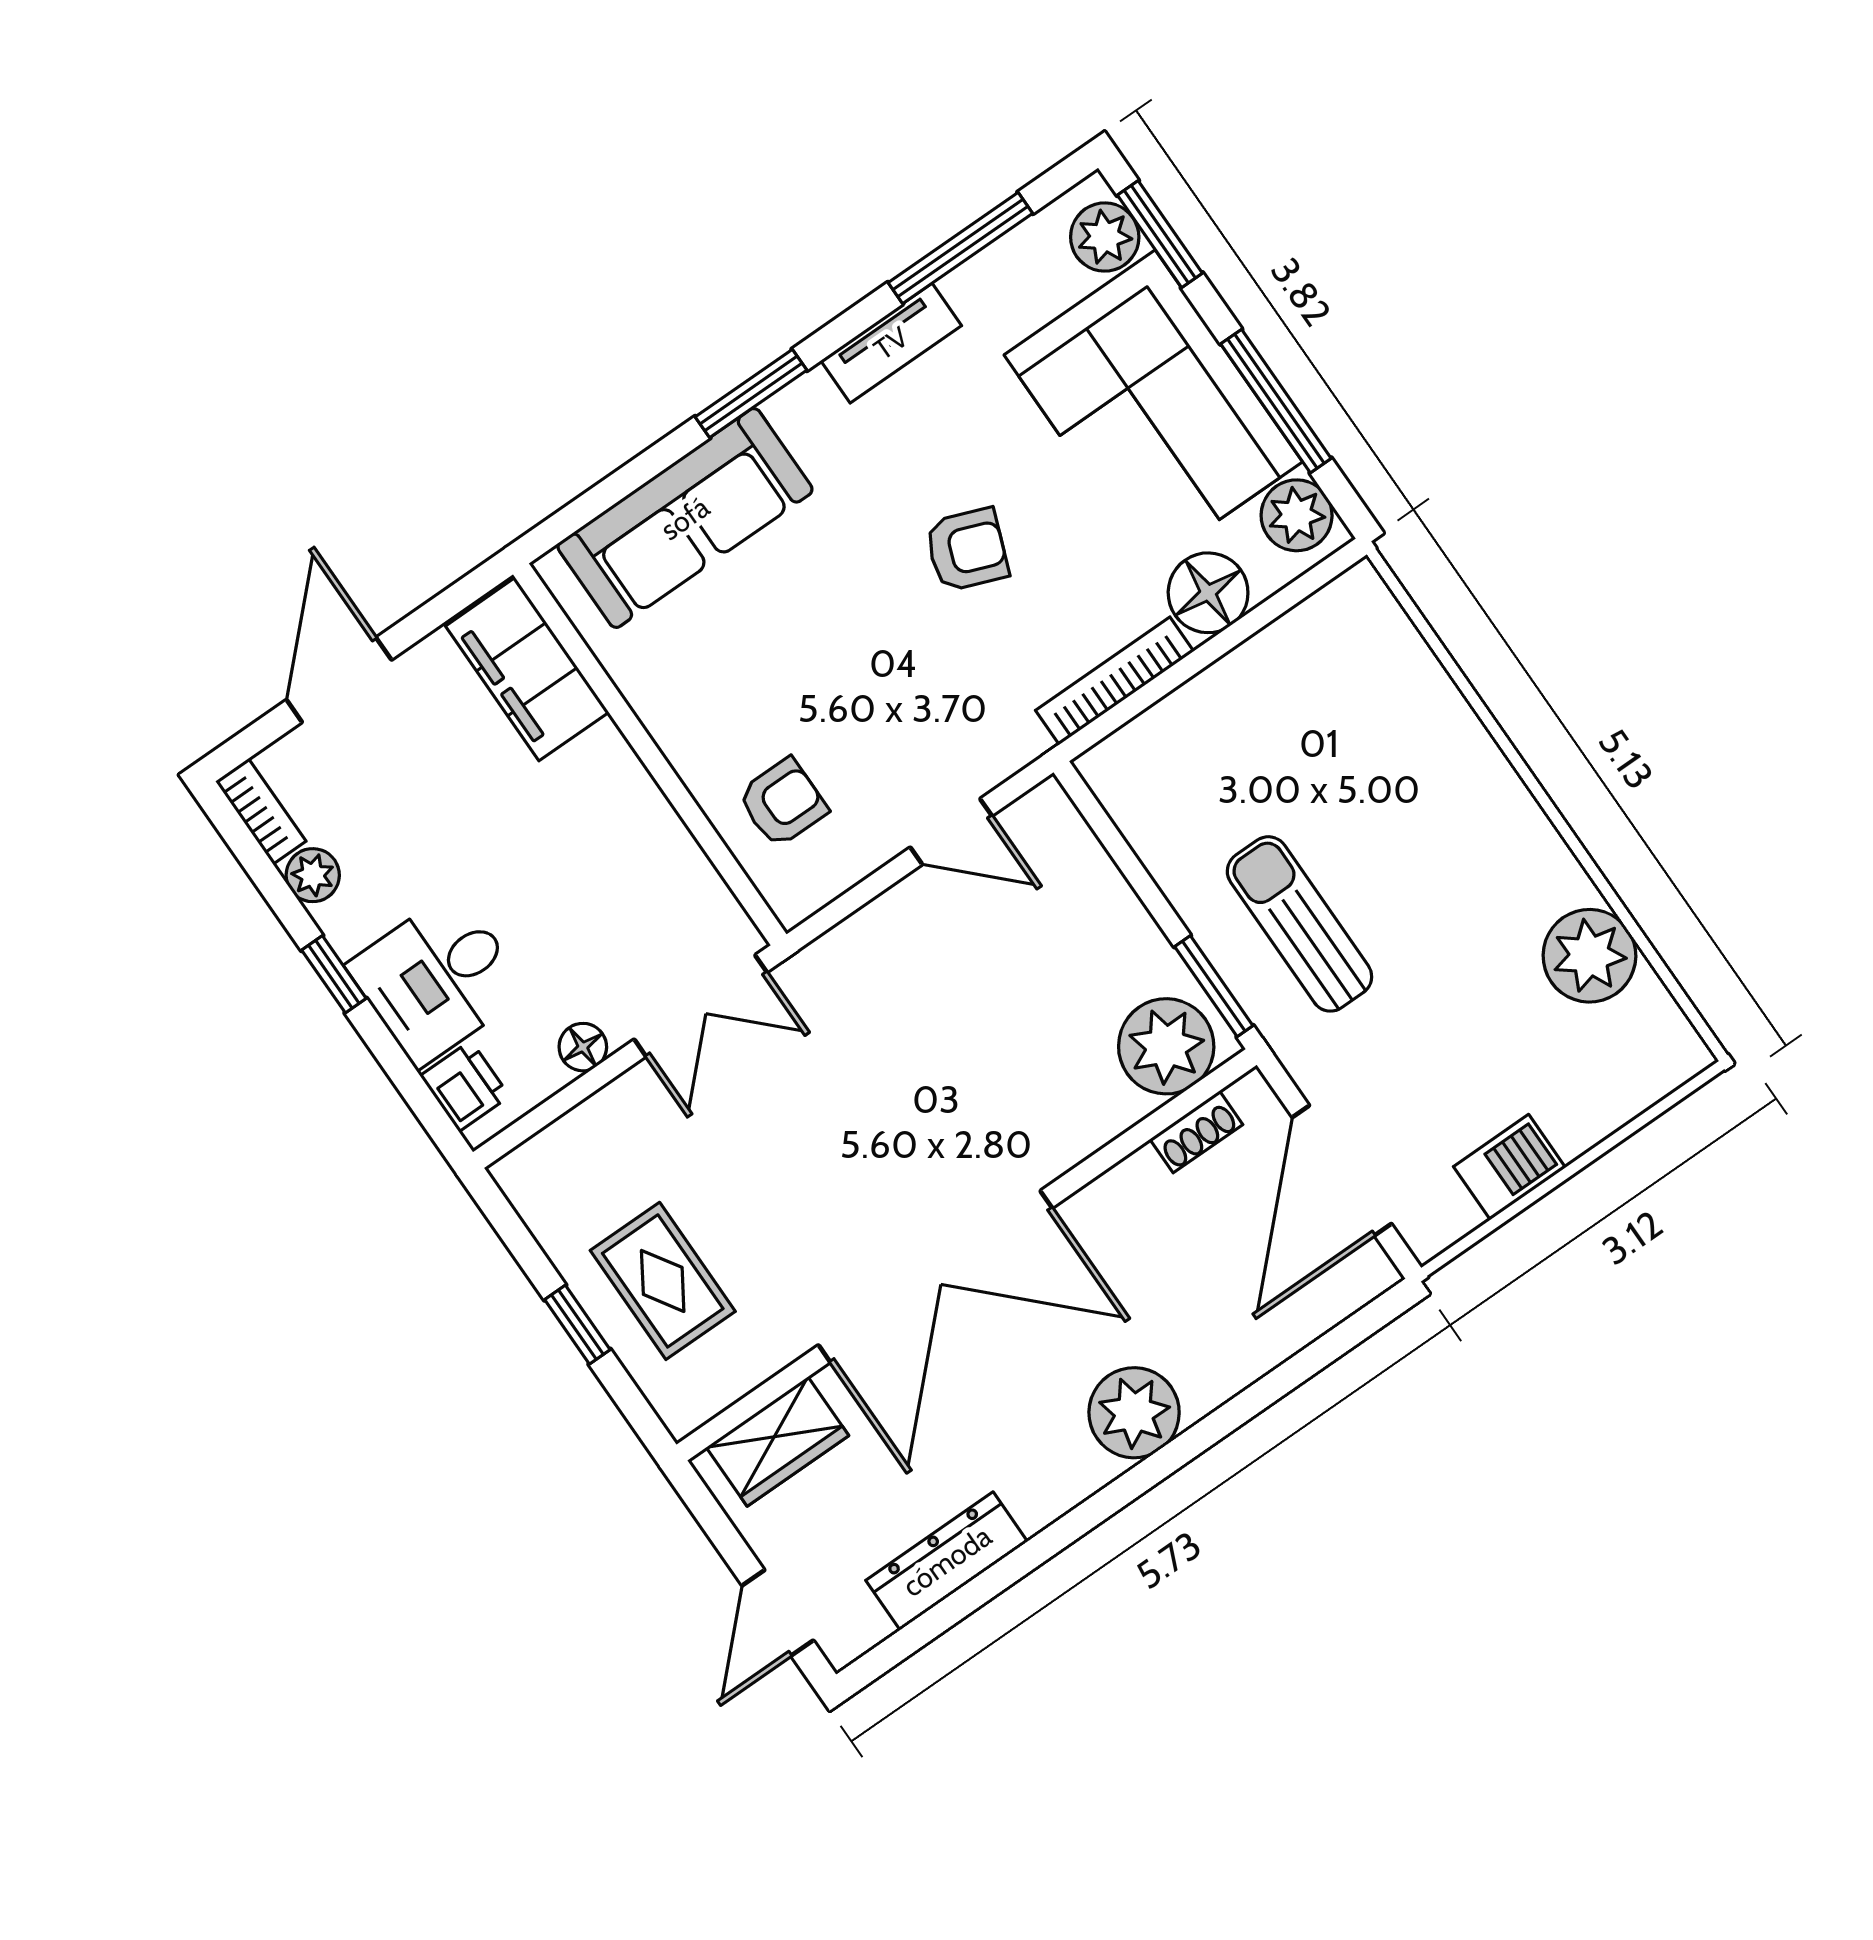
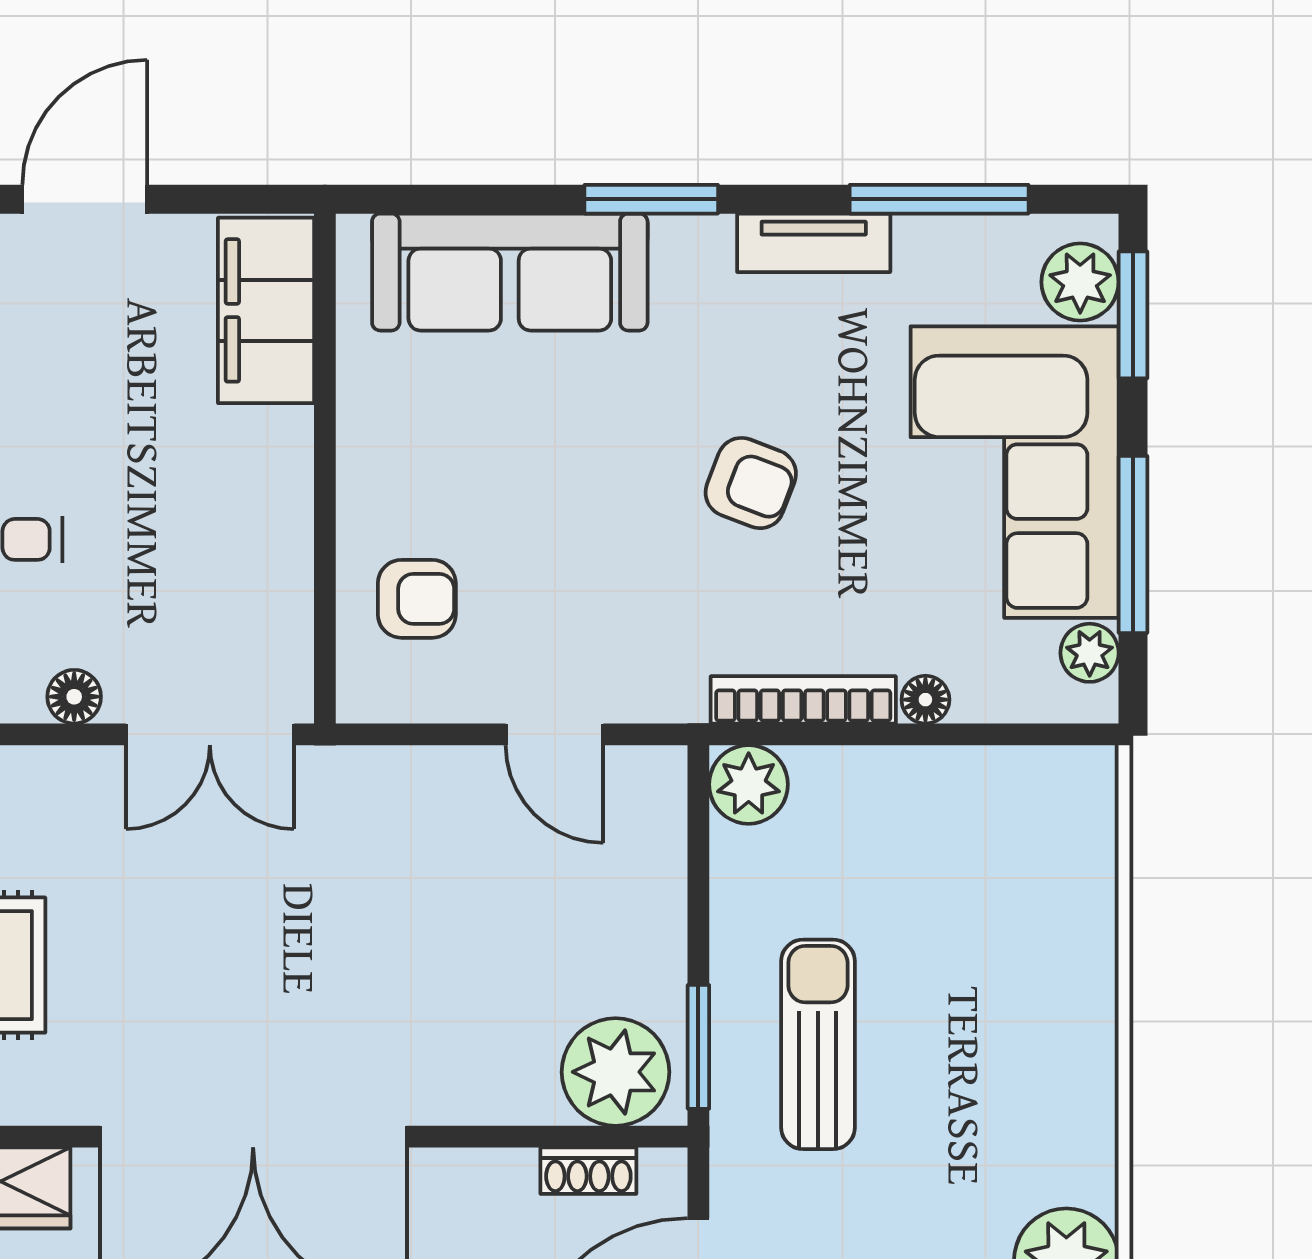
plant: (1297, 515) -> (1090, 653), width x0.73, depth x0.73
floor lamp: (1208, 593) -> (925, 700), width x0.53, depth x0.53
plant: (1118, 770) -> (749, 784), added

